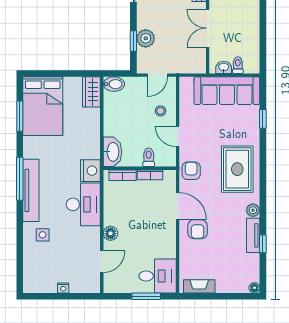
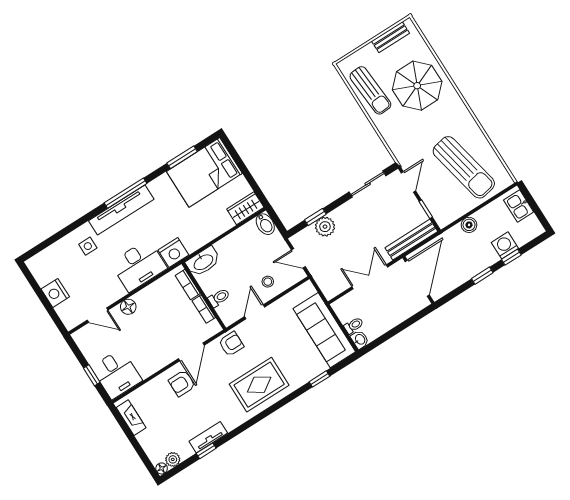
washbasin: (224, 67) -> (360, 340), moved
plant: (253, 210) -> (173, 459), moved
nightstand: (63, 288) -> (55, 293), width x1.89, depth x1.79
window: (146, 296) -> (92, 375), width x0.67

